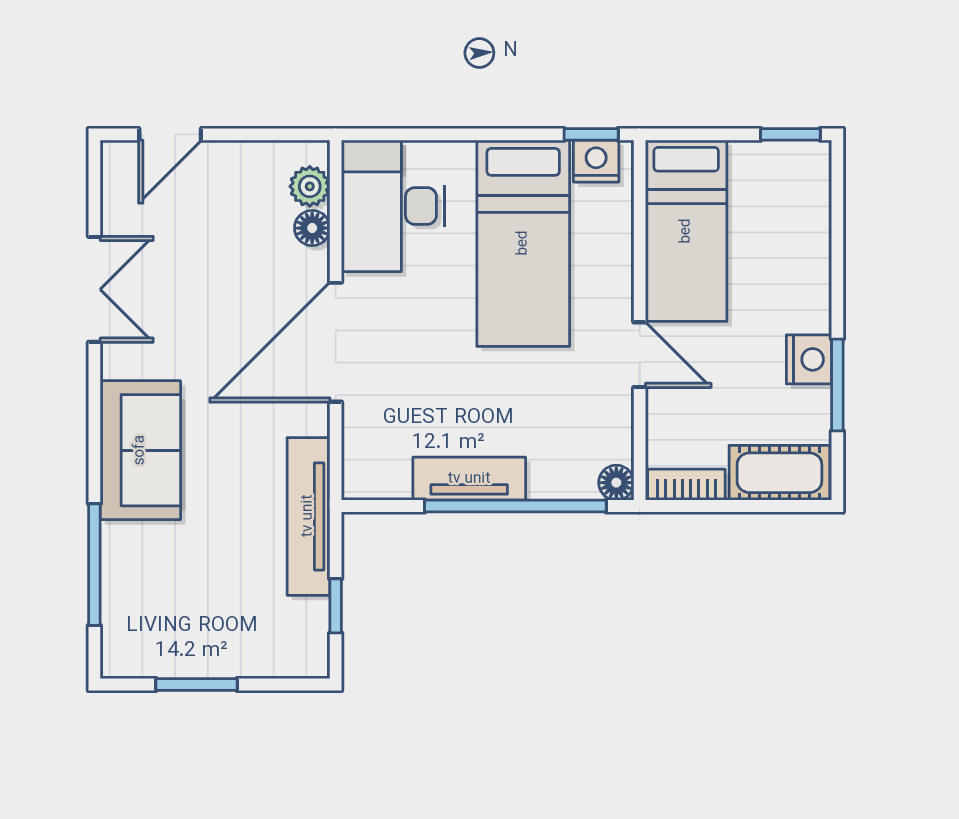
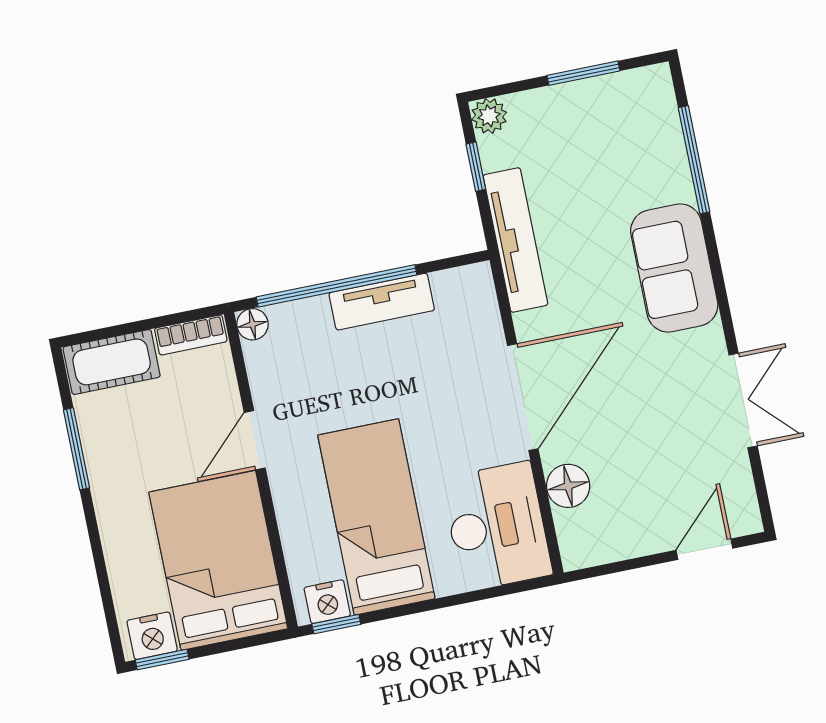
plant: (310, 186) -> (489, 116), moved
floor lamp: (312, 228) -> (568, 486), width x1.37, depth x1.37
bed: (686, 231) -> (218, 560), width x1.50
double door: (94, 289) -> (743, 400), swing flipped
door: (640, 355) -> (255, 440), hinge flipped
nightstand: (809, 359) -> (152, 636), moved, turned -90

